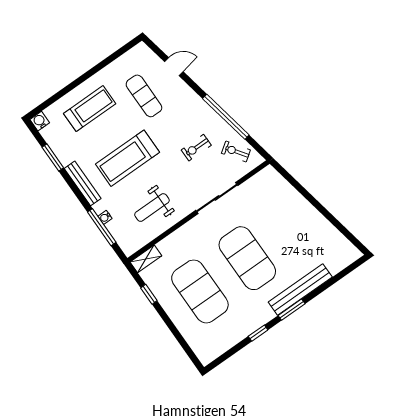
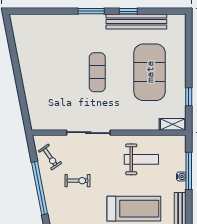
exercise mat: (247, 258) -> (97, 72), width x0.50, depth x0.69
bench: (300, 290) -> (136, 22), moved

